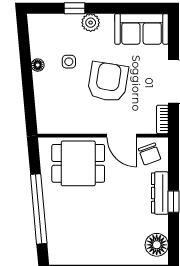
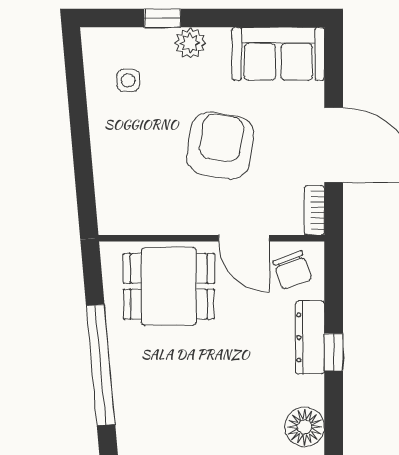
side table: (69, 62) -> (128, 80), moved
floor lamp: (38, 65) -> (99, 116), removed

